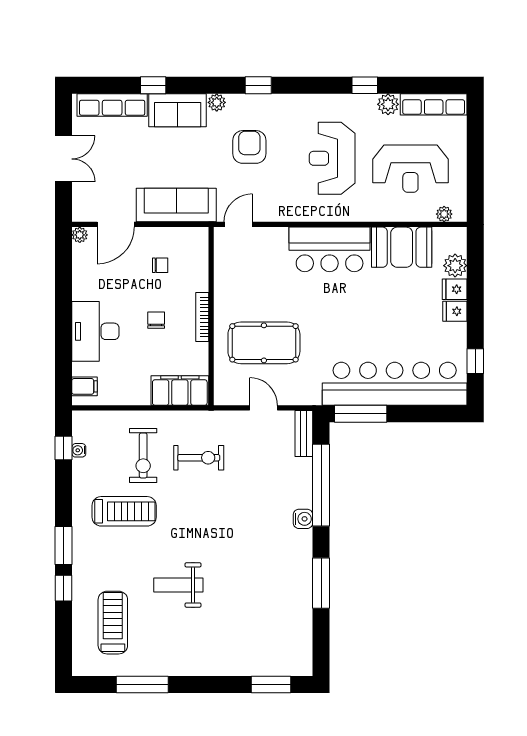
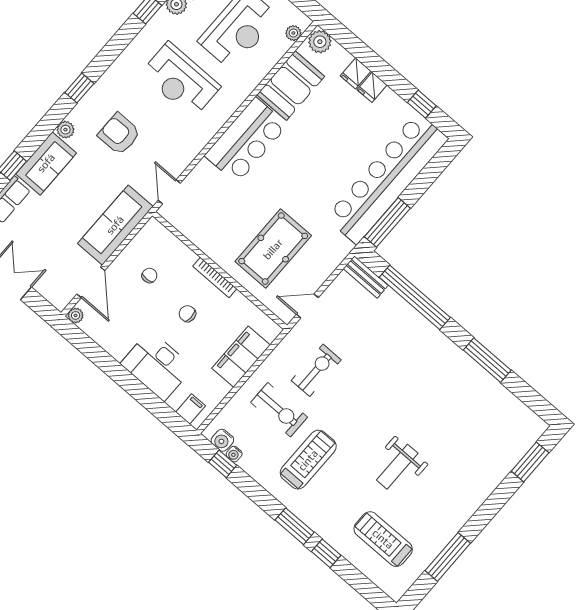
plant: (455, 266) -> (320, 42), moved
filing cabinet: (180, 390) -> (241, 357), moved
door: (264, 408) -> (307, 306), moved
water cooler: (303, 519) -> (222, 440), moved, turned 180

